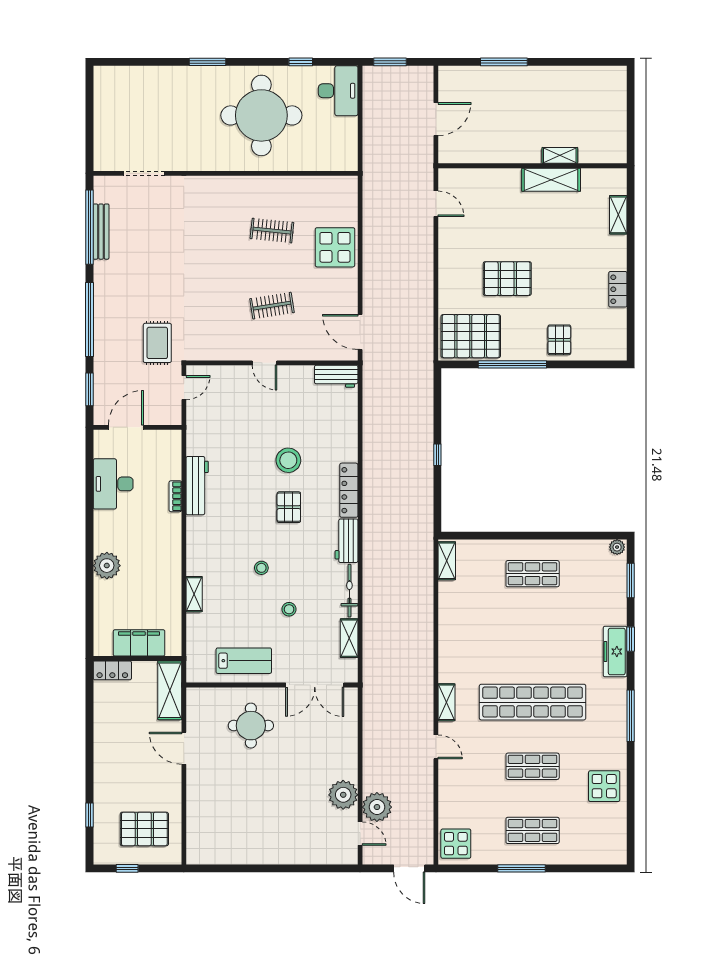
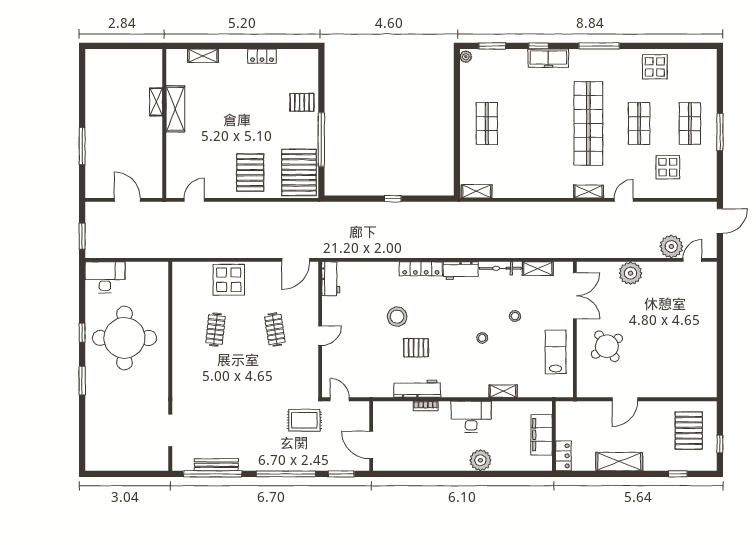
window: (301, 62) -> (82, 333), moved
pallet: (507, 279) -> (250, 173), moved
desk: (113, 484) -> (471, 417), moved, turned 180
pallet: (289, 507) -> (416, 348), moved
shelving: (170, 690) -> (619, 462), moved
round table: (251, 726) -> (607, 346), turned -35
plant: (343, 795) -> (630, 273), moved
display table: (456, 844) -> (668, 167), moved

